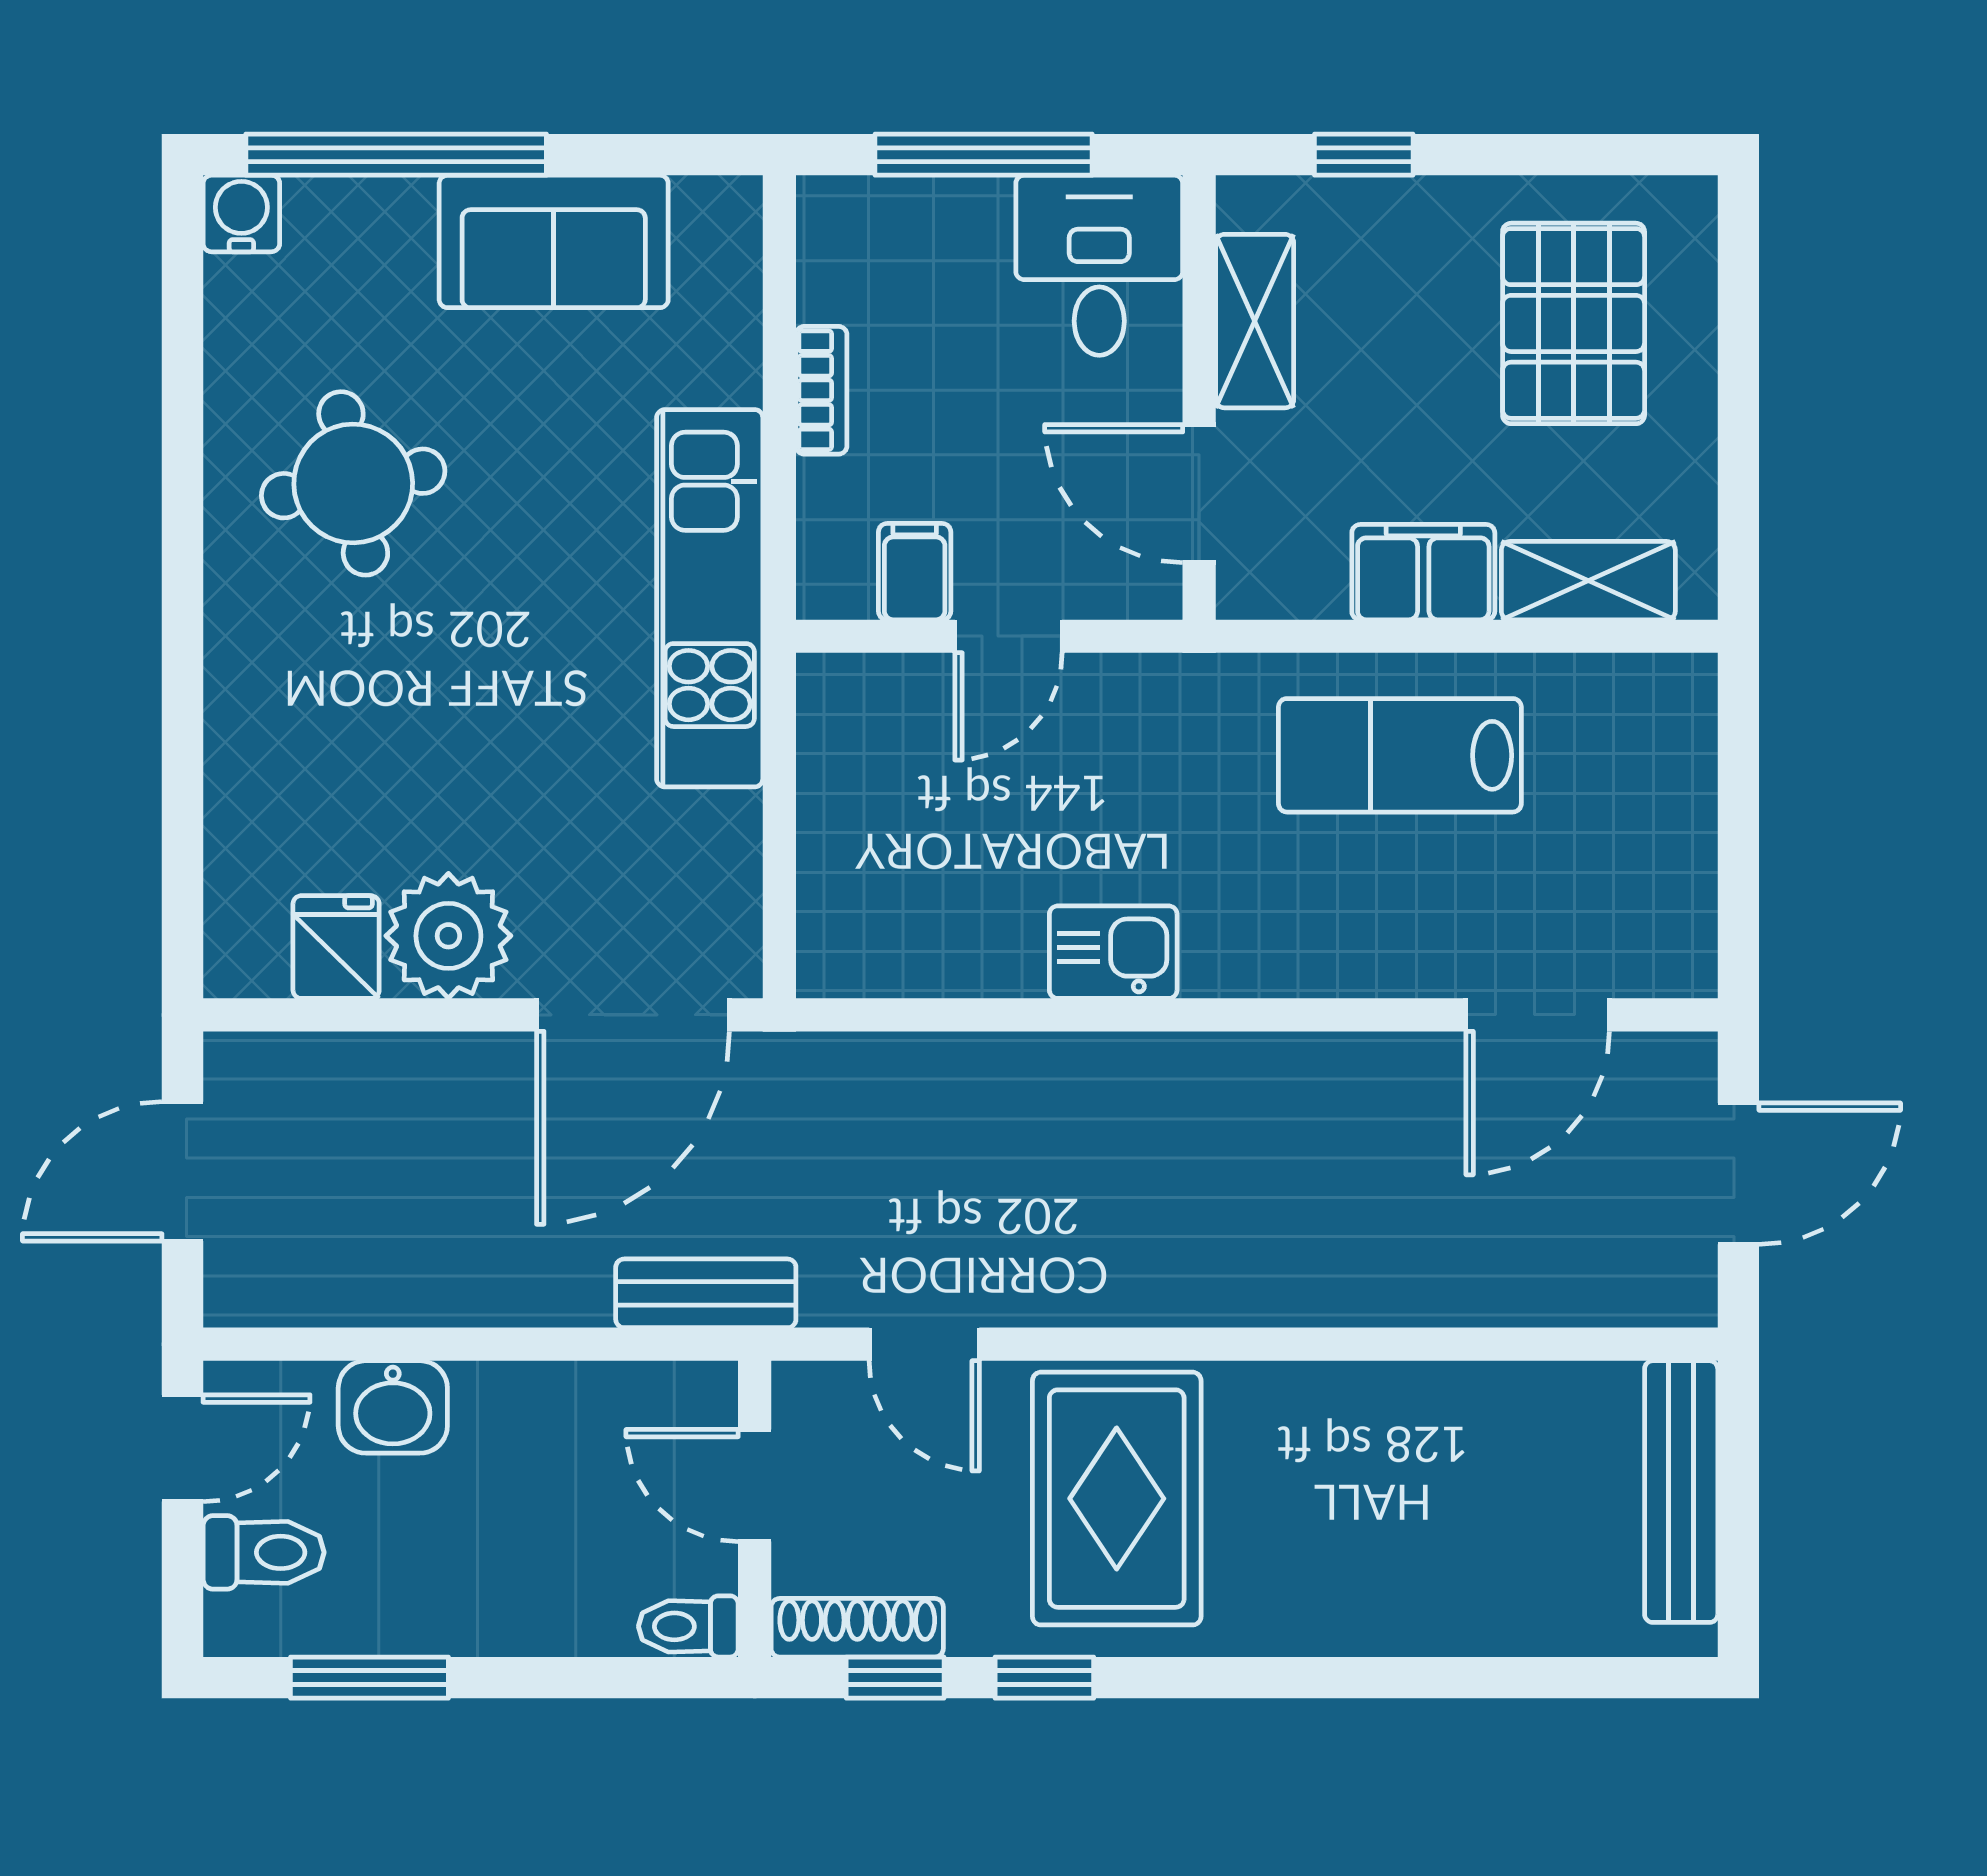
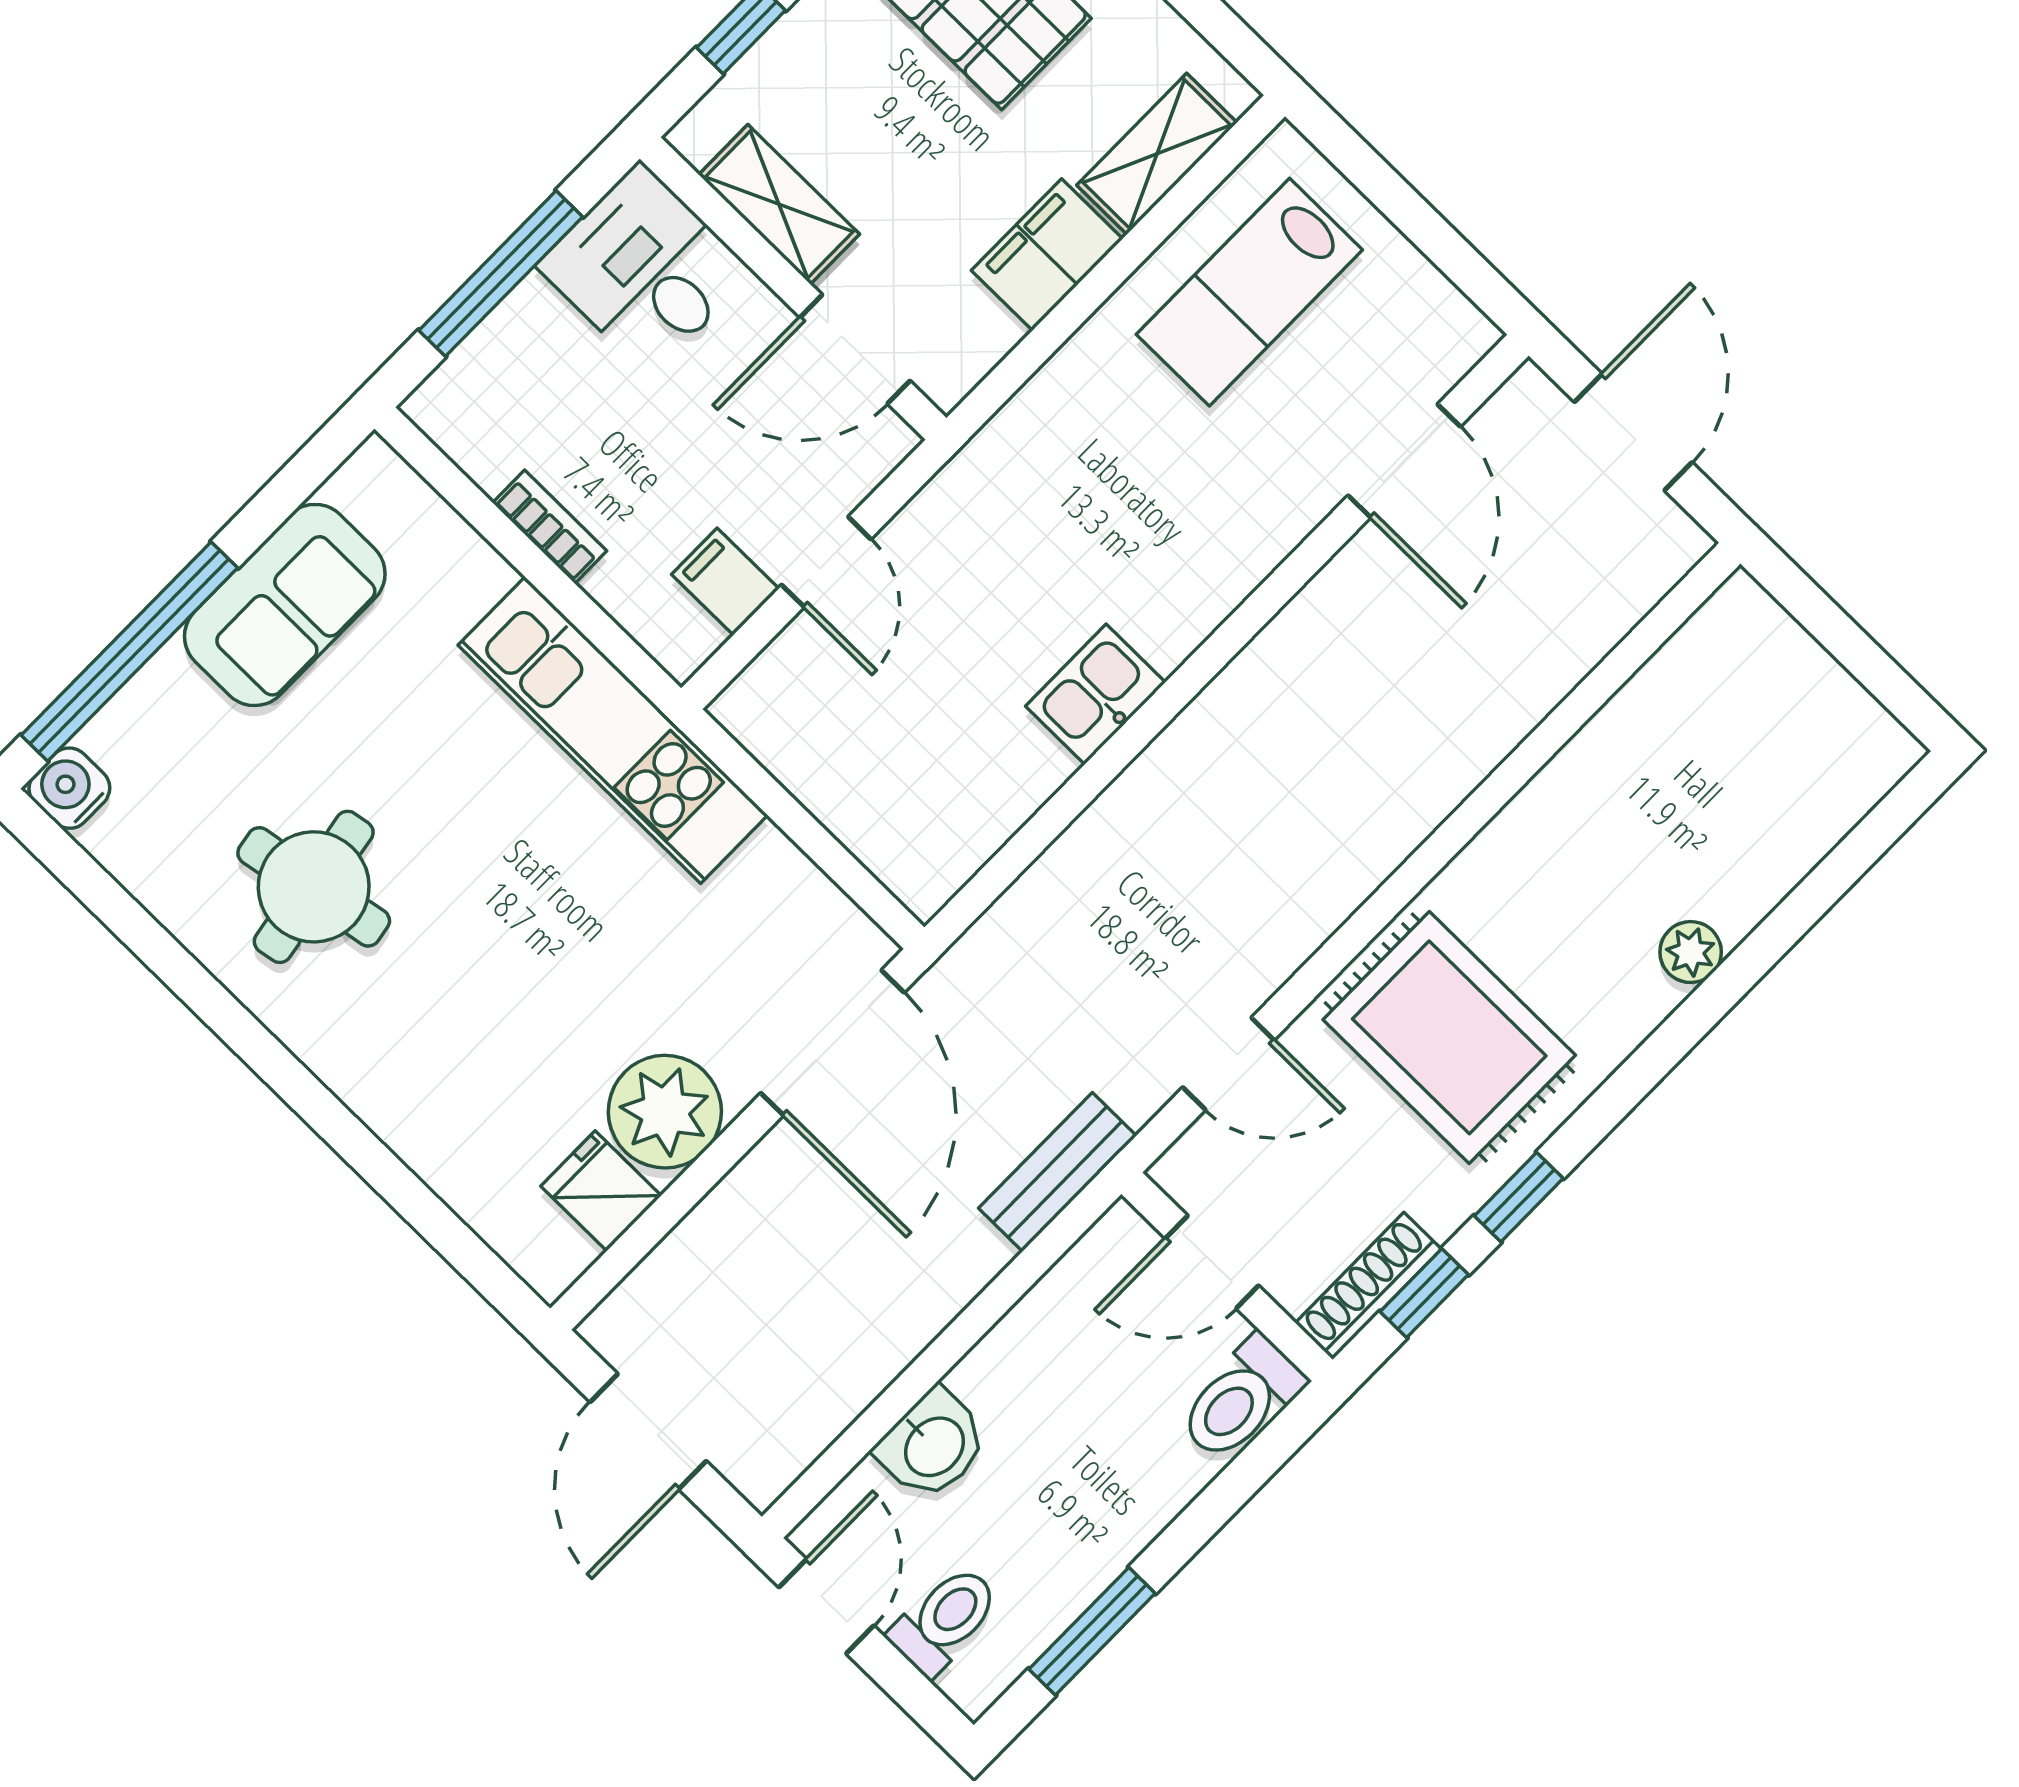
lab bench: (1400, 755) -> (1249, 292), moved
bench: (1681, 1492) -> (1802, 670), removed
plant: (1372, 1623) -> (1691, 952), added
toilet: (688, 1626) -> (1241, 1399), width x1.37, depth x1.39

